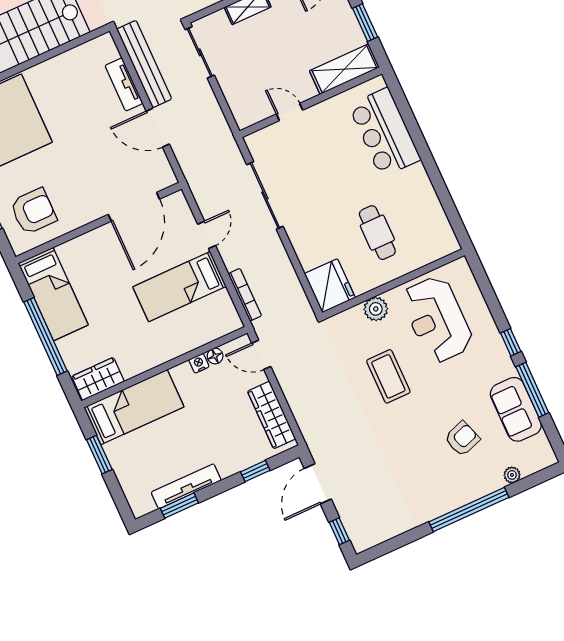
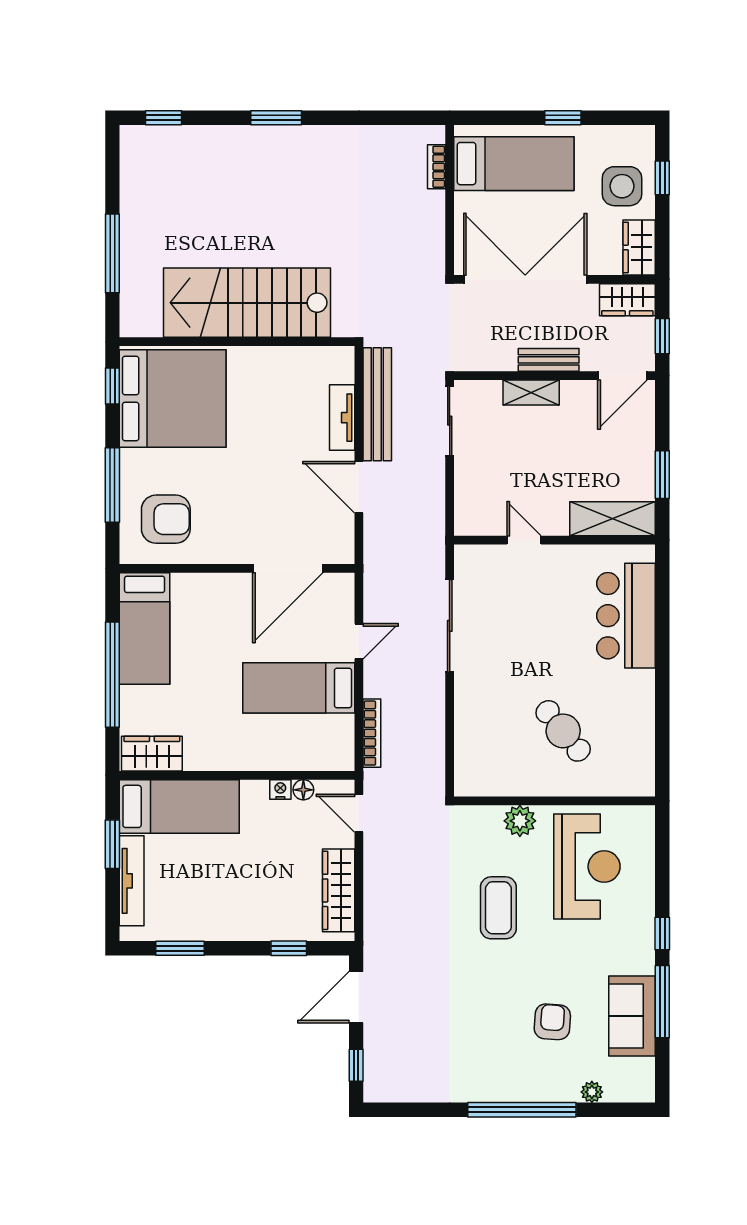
cafe table: (377, 233) -> (563, 731), turned -39
fridge: (330, 286) -> (478, 768), removed
reception desk: (437, 319) -> (587, 867), turned 180
armchair: (462, 439) -> (552, 1022), turned -67
tv unit: (186, 486) -> (132, 881), moved, turned 90

